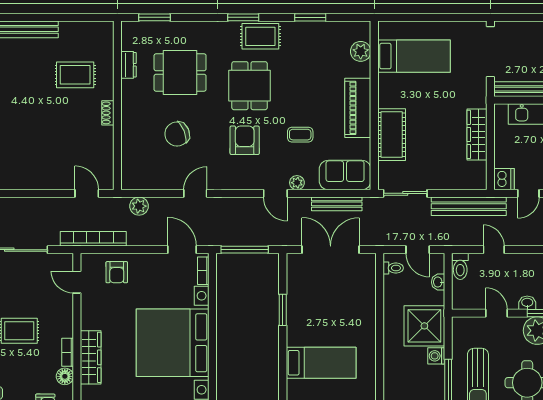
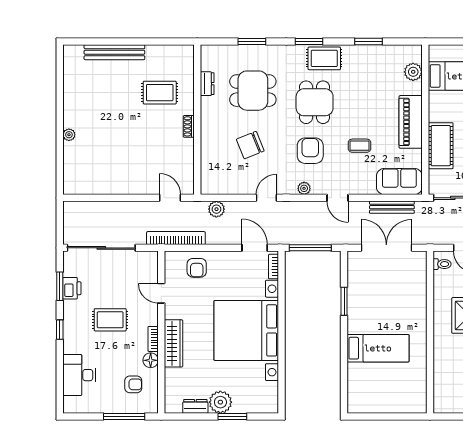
window: (155, 17) -> (252, 42), moved
plant: (297, 183) -> (304, 188), moved
door: (77, 282) -> (161, 293), moved

